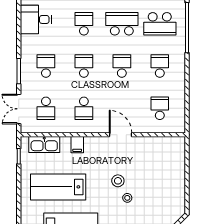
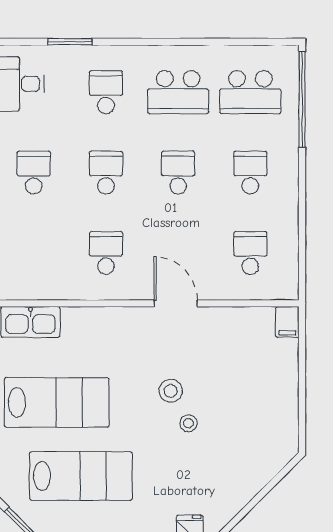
school desk: (122, 24) -> (178, 92), turned 180
school desk: (46, 108) -> (34, 253), removed
school desk: (84, 108) -> (106, 253), turned 180
filing cabinet: (77, 145) -> (287, 322), moved
lab bench: (58, 187) -> (57, 402), turned 180

